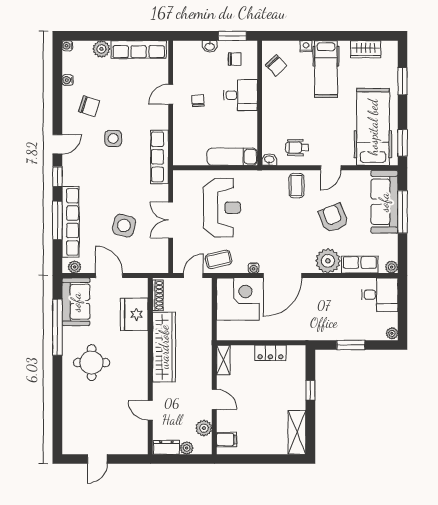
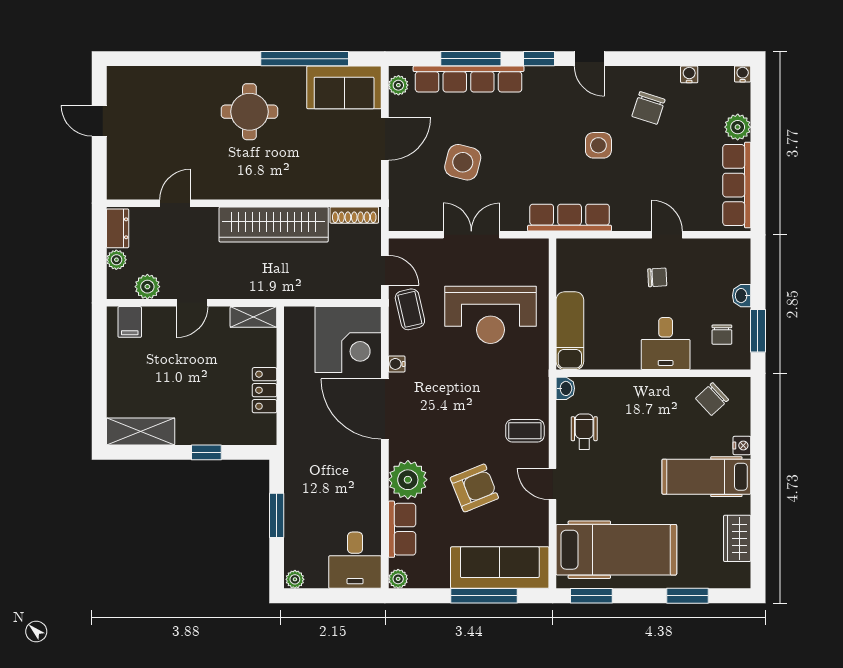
fridge: (134, 314) -> (325, 178), removed

